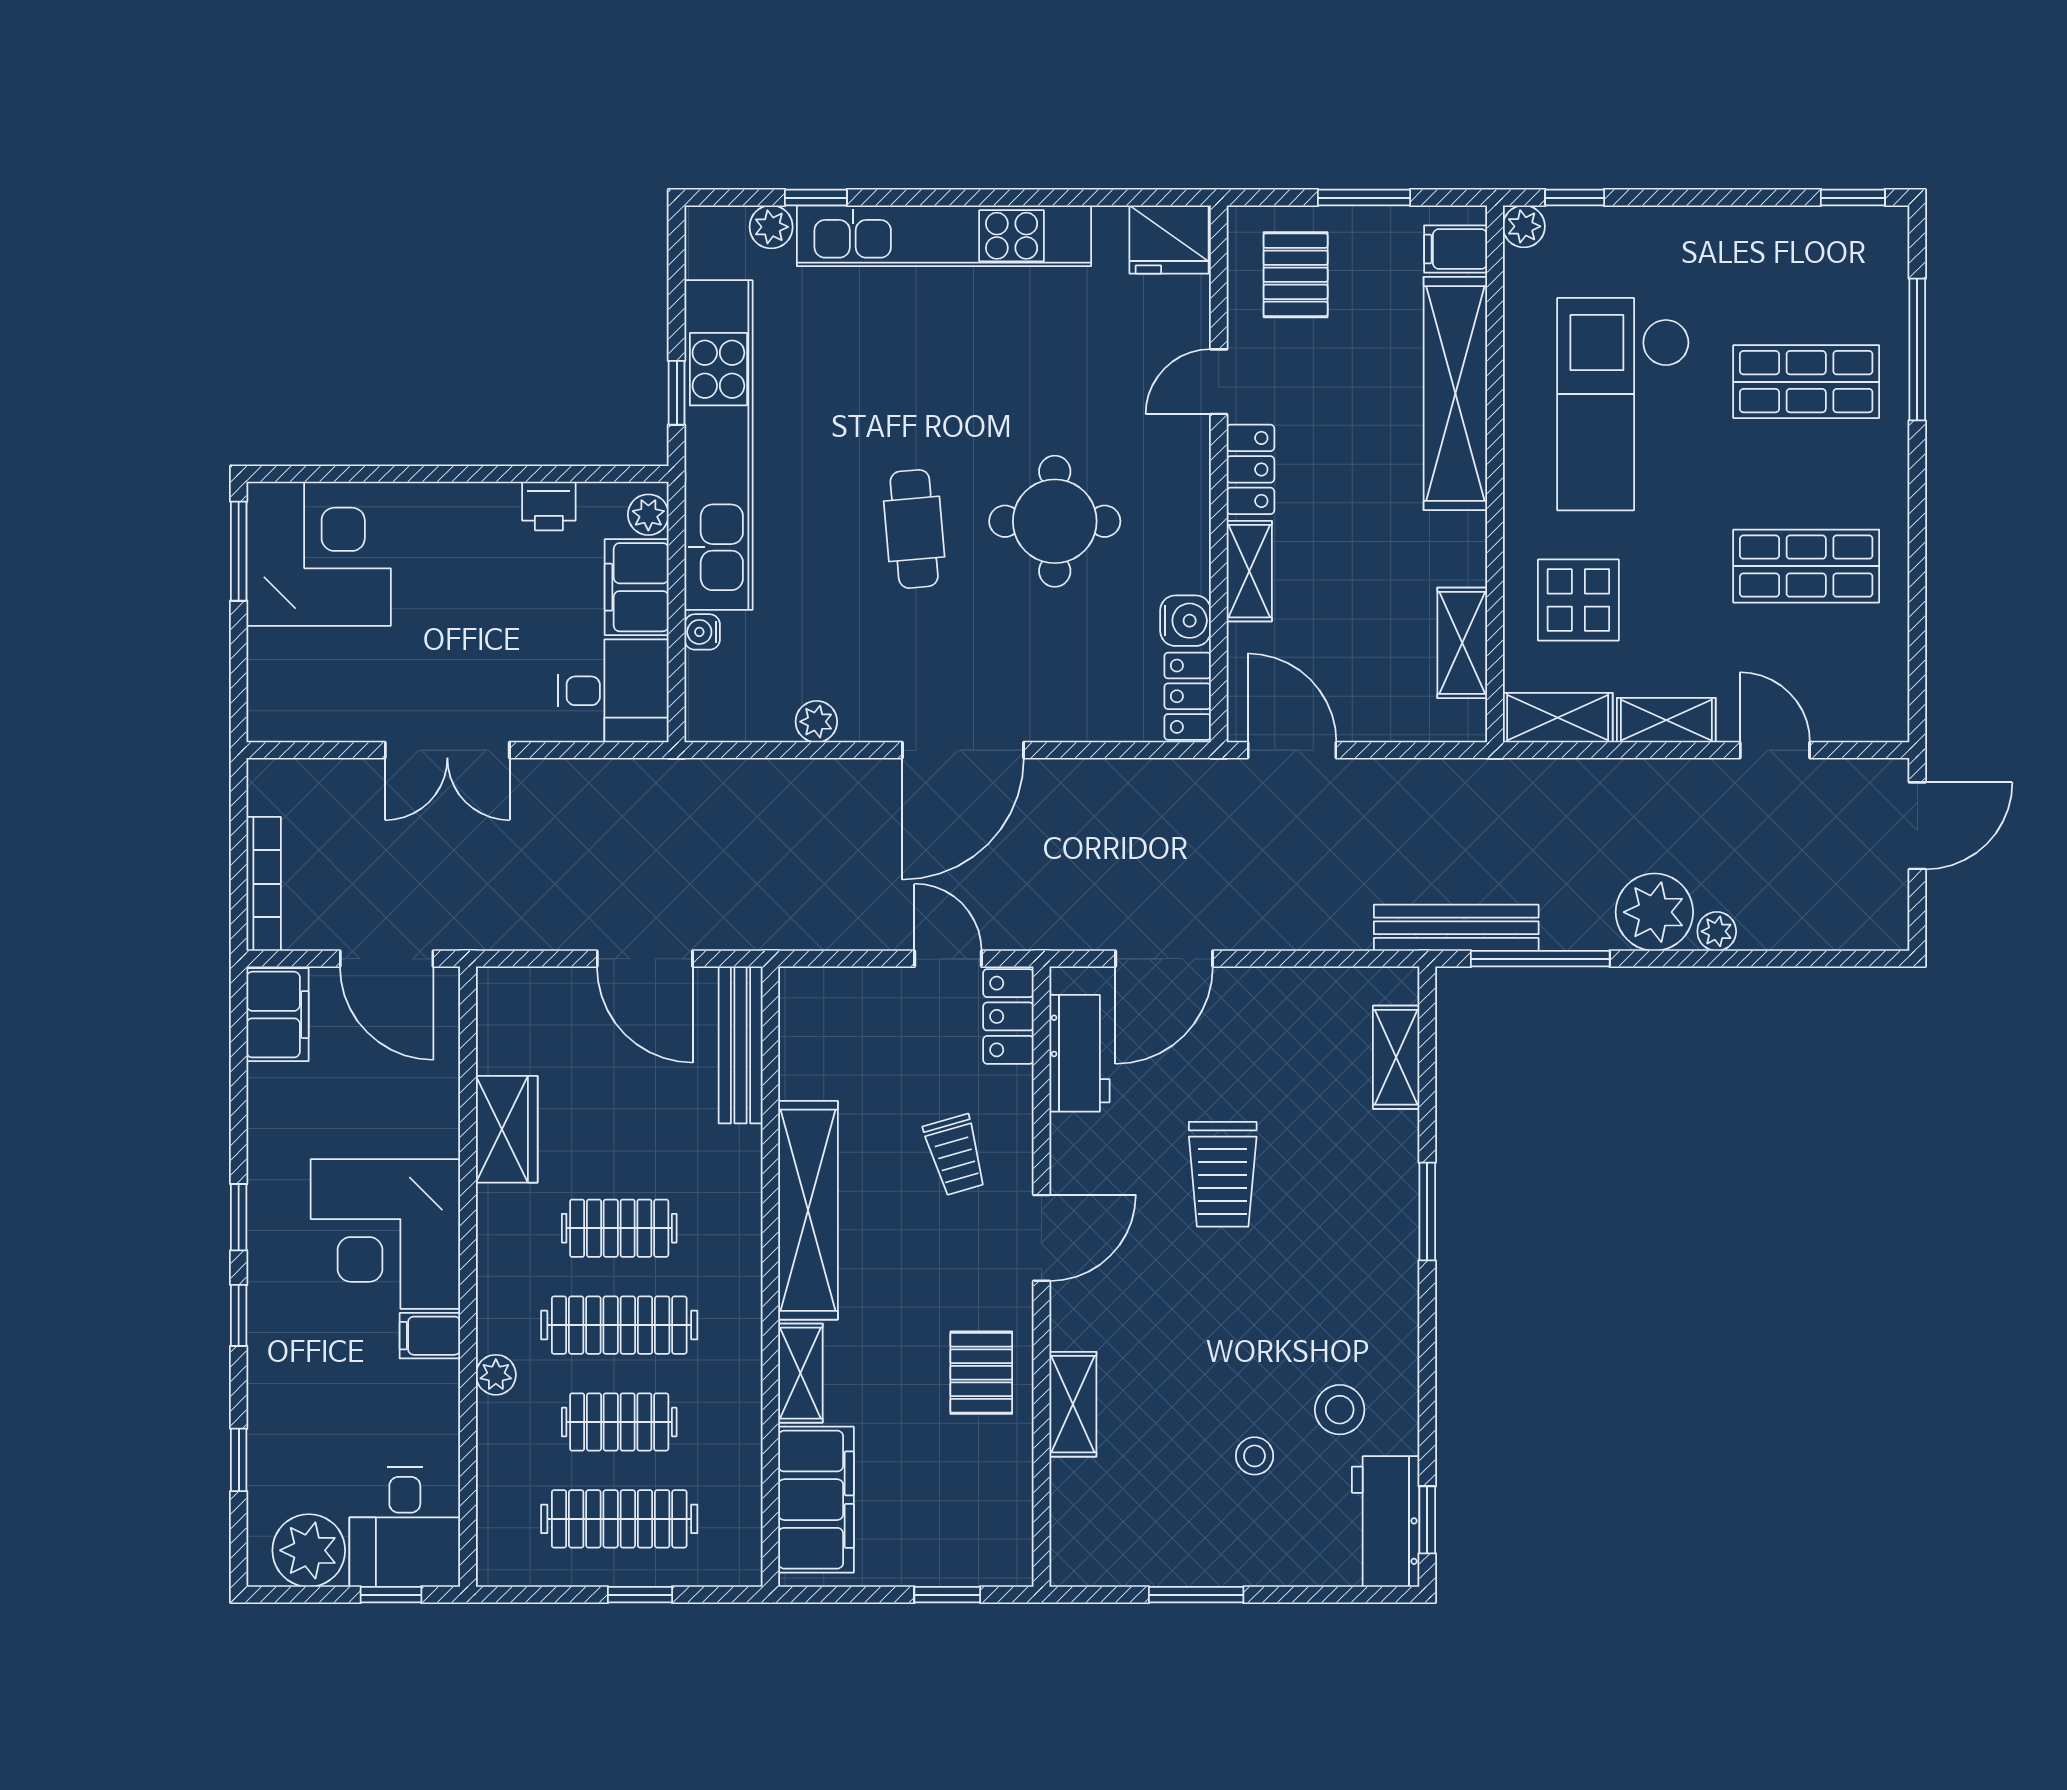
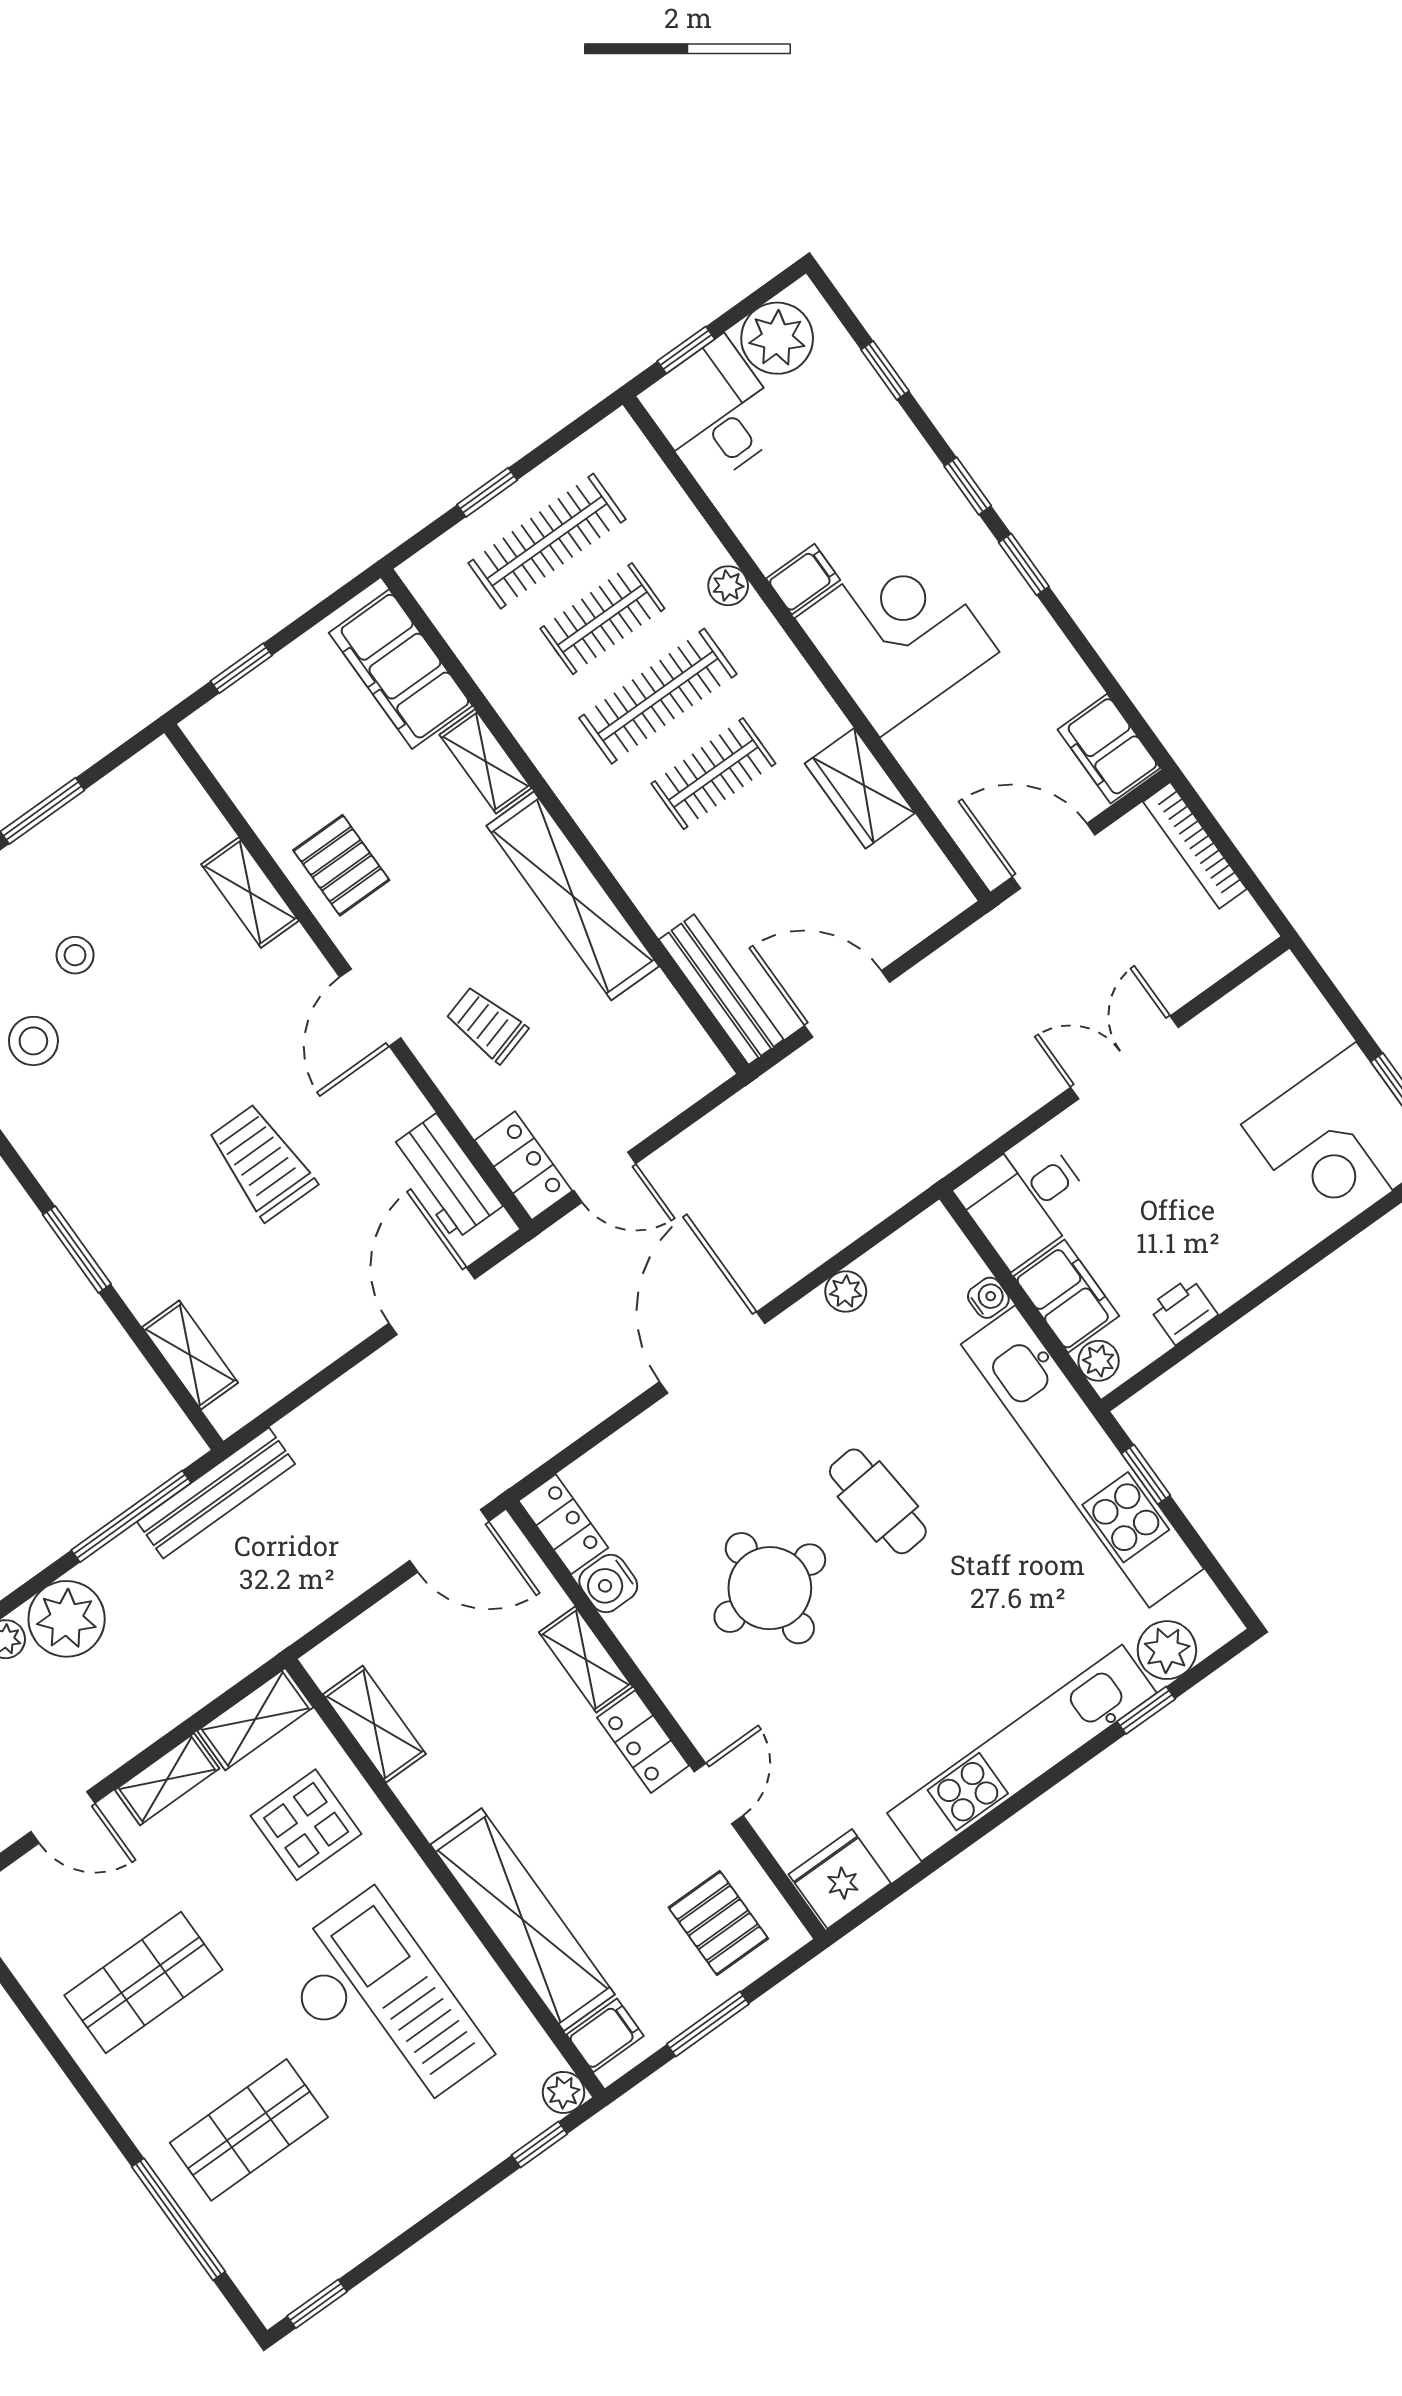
plant: (771, 227) -> (1167, 1650), width x1.38, depth x1.38

